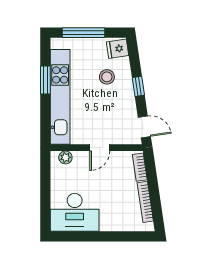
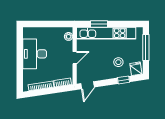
window: (45, 80) -> (99, 24), moved
window: (138, 86) -> (124, 80), moved
door: (100, 148) -> (75, 58), swing flipped
desk: (75, 212) -> (35, 54), moved

